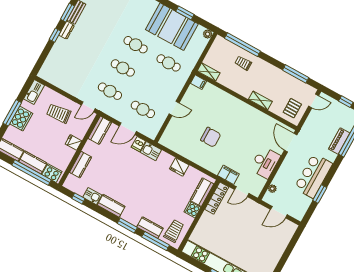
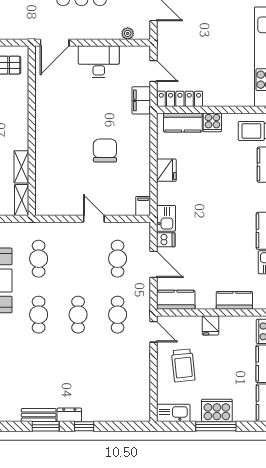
filing cabinet: (198, 82) -> (143, 206), moved
shelving: (260, 100) -> (21, 167), moved

